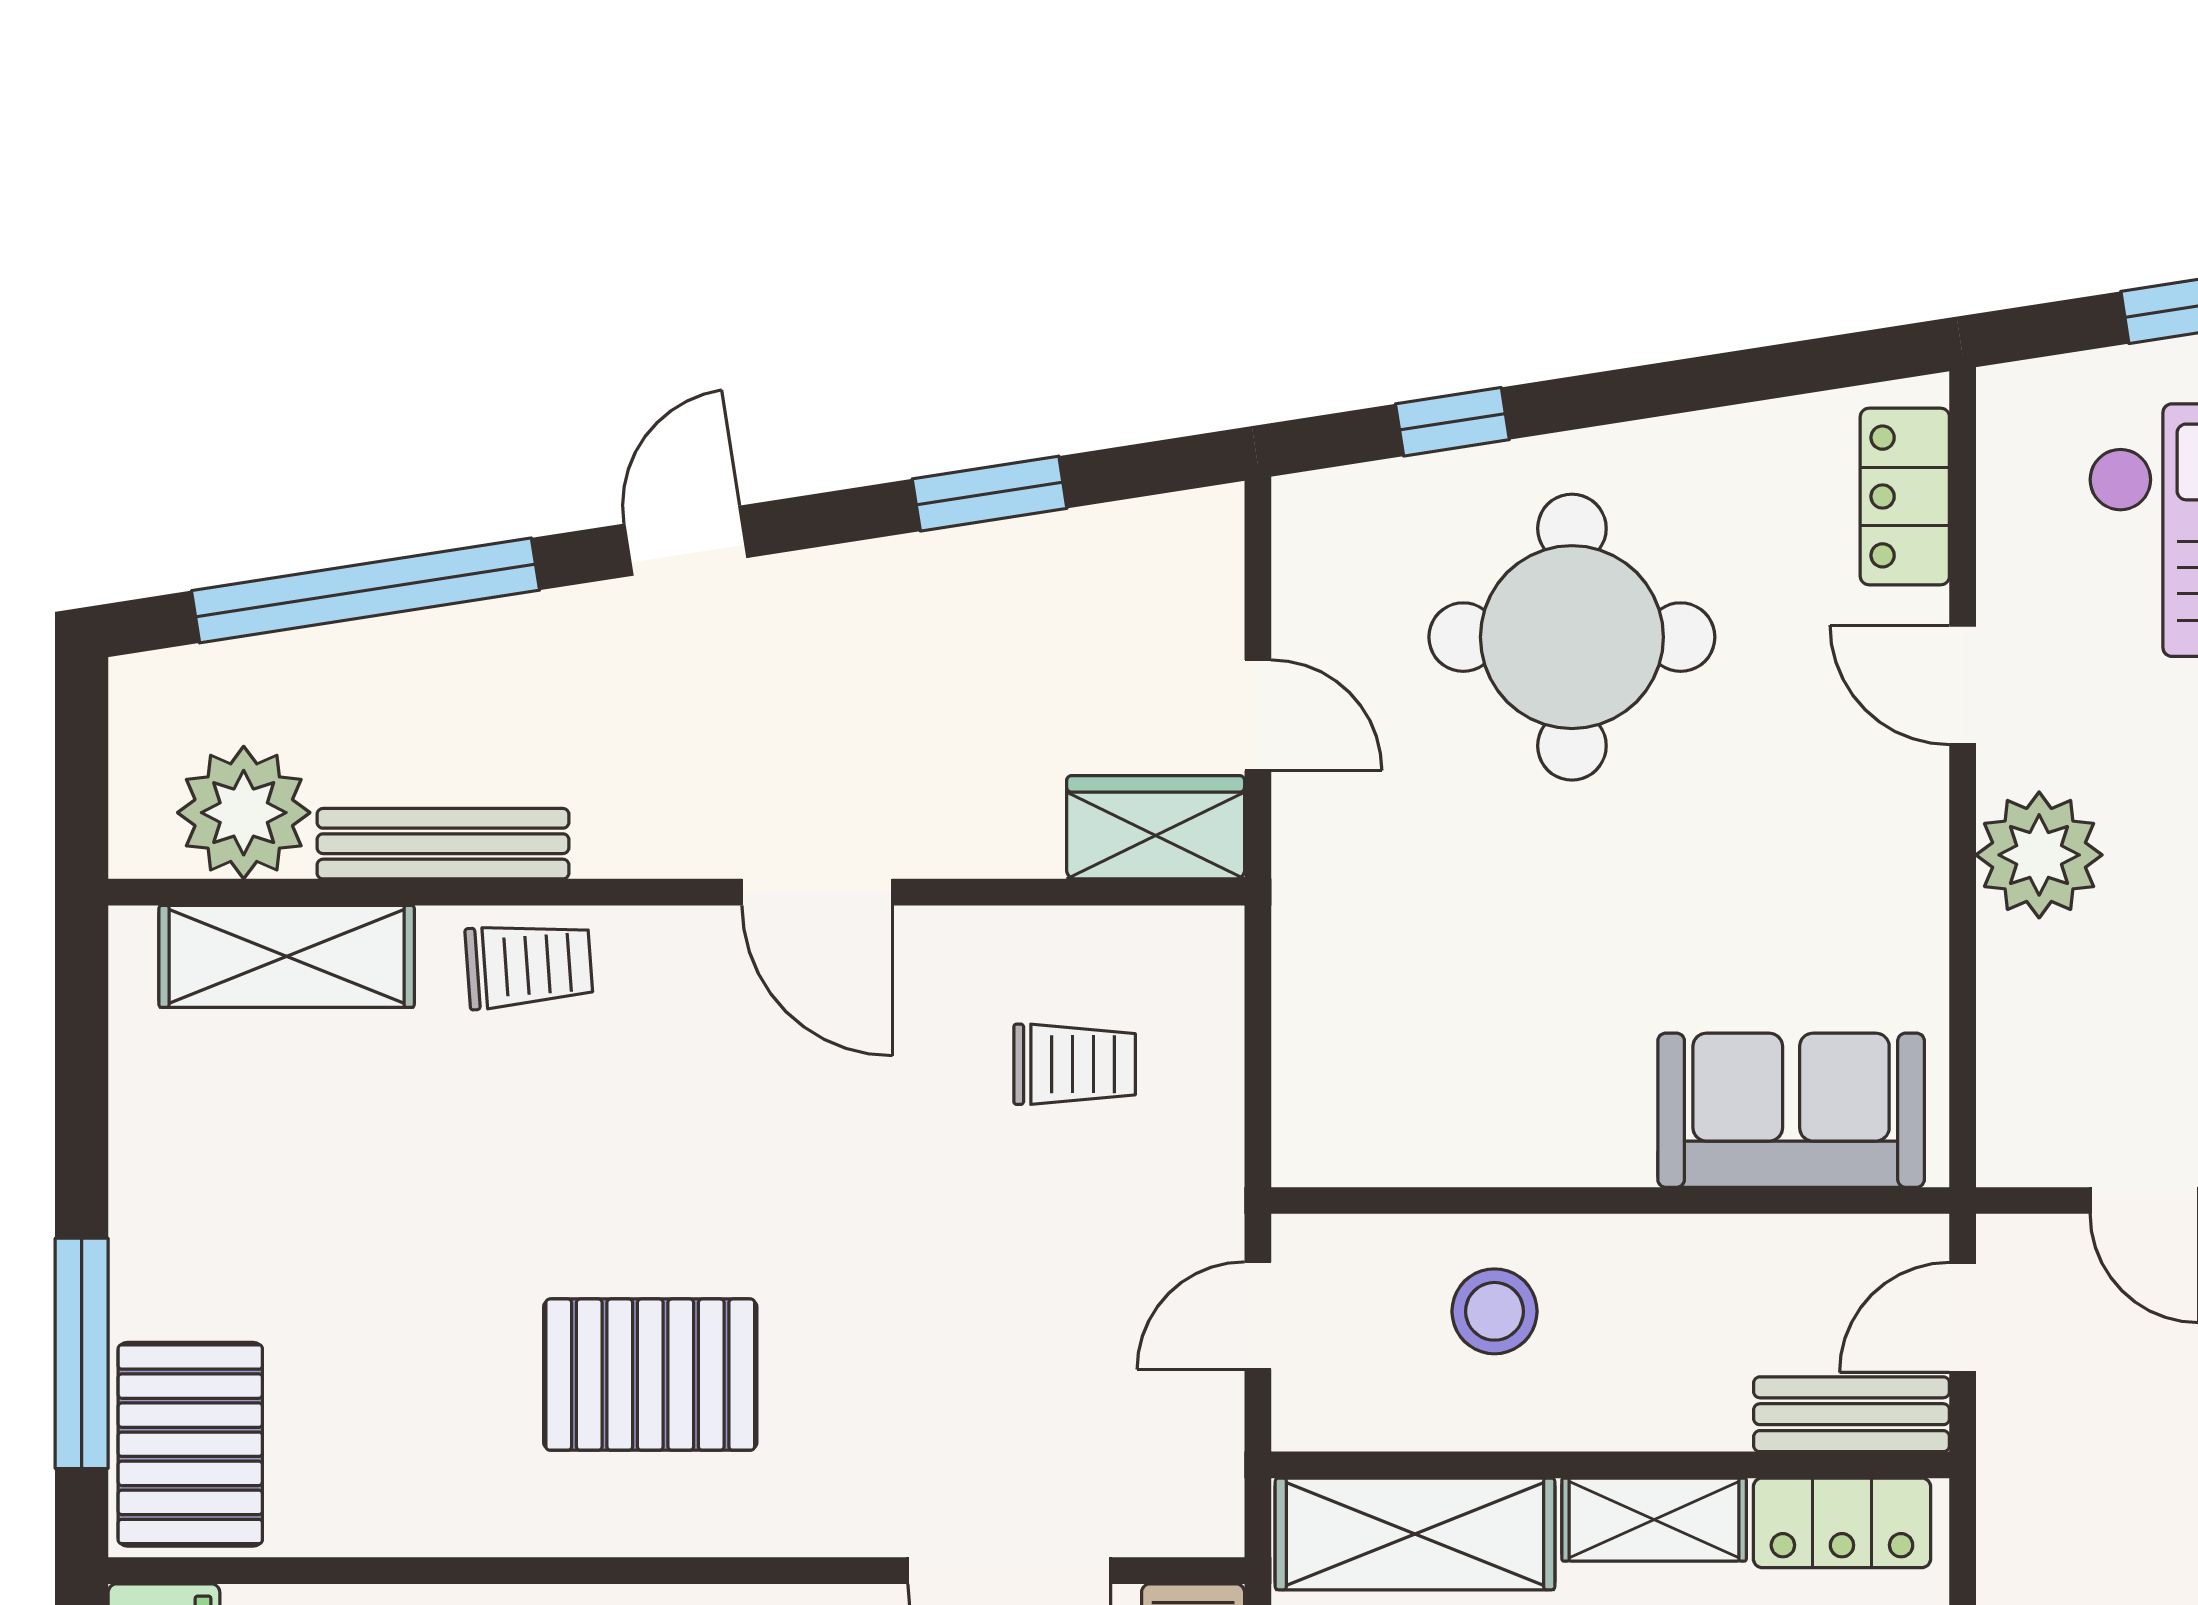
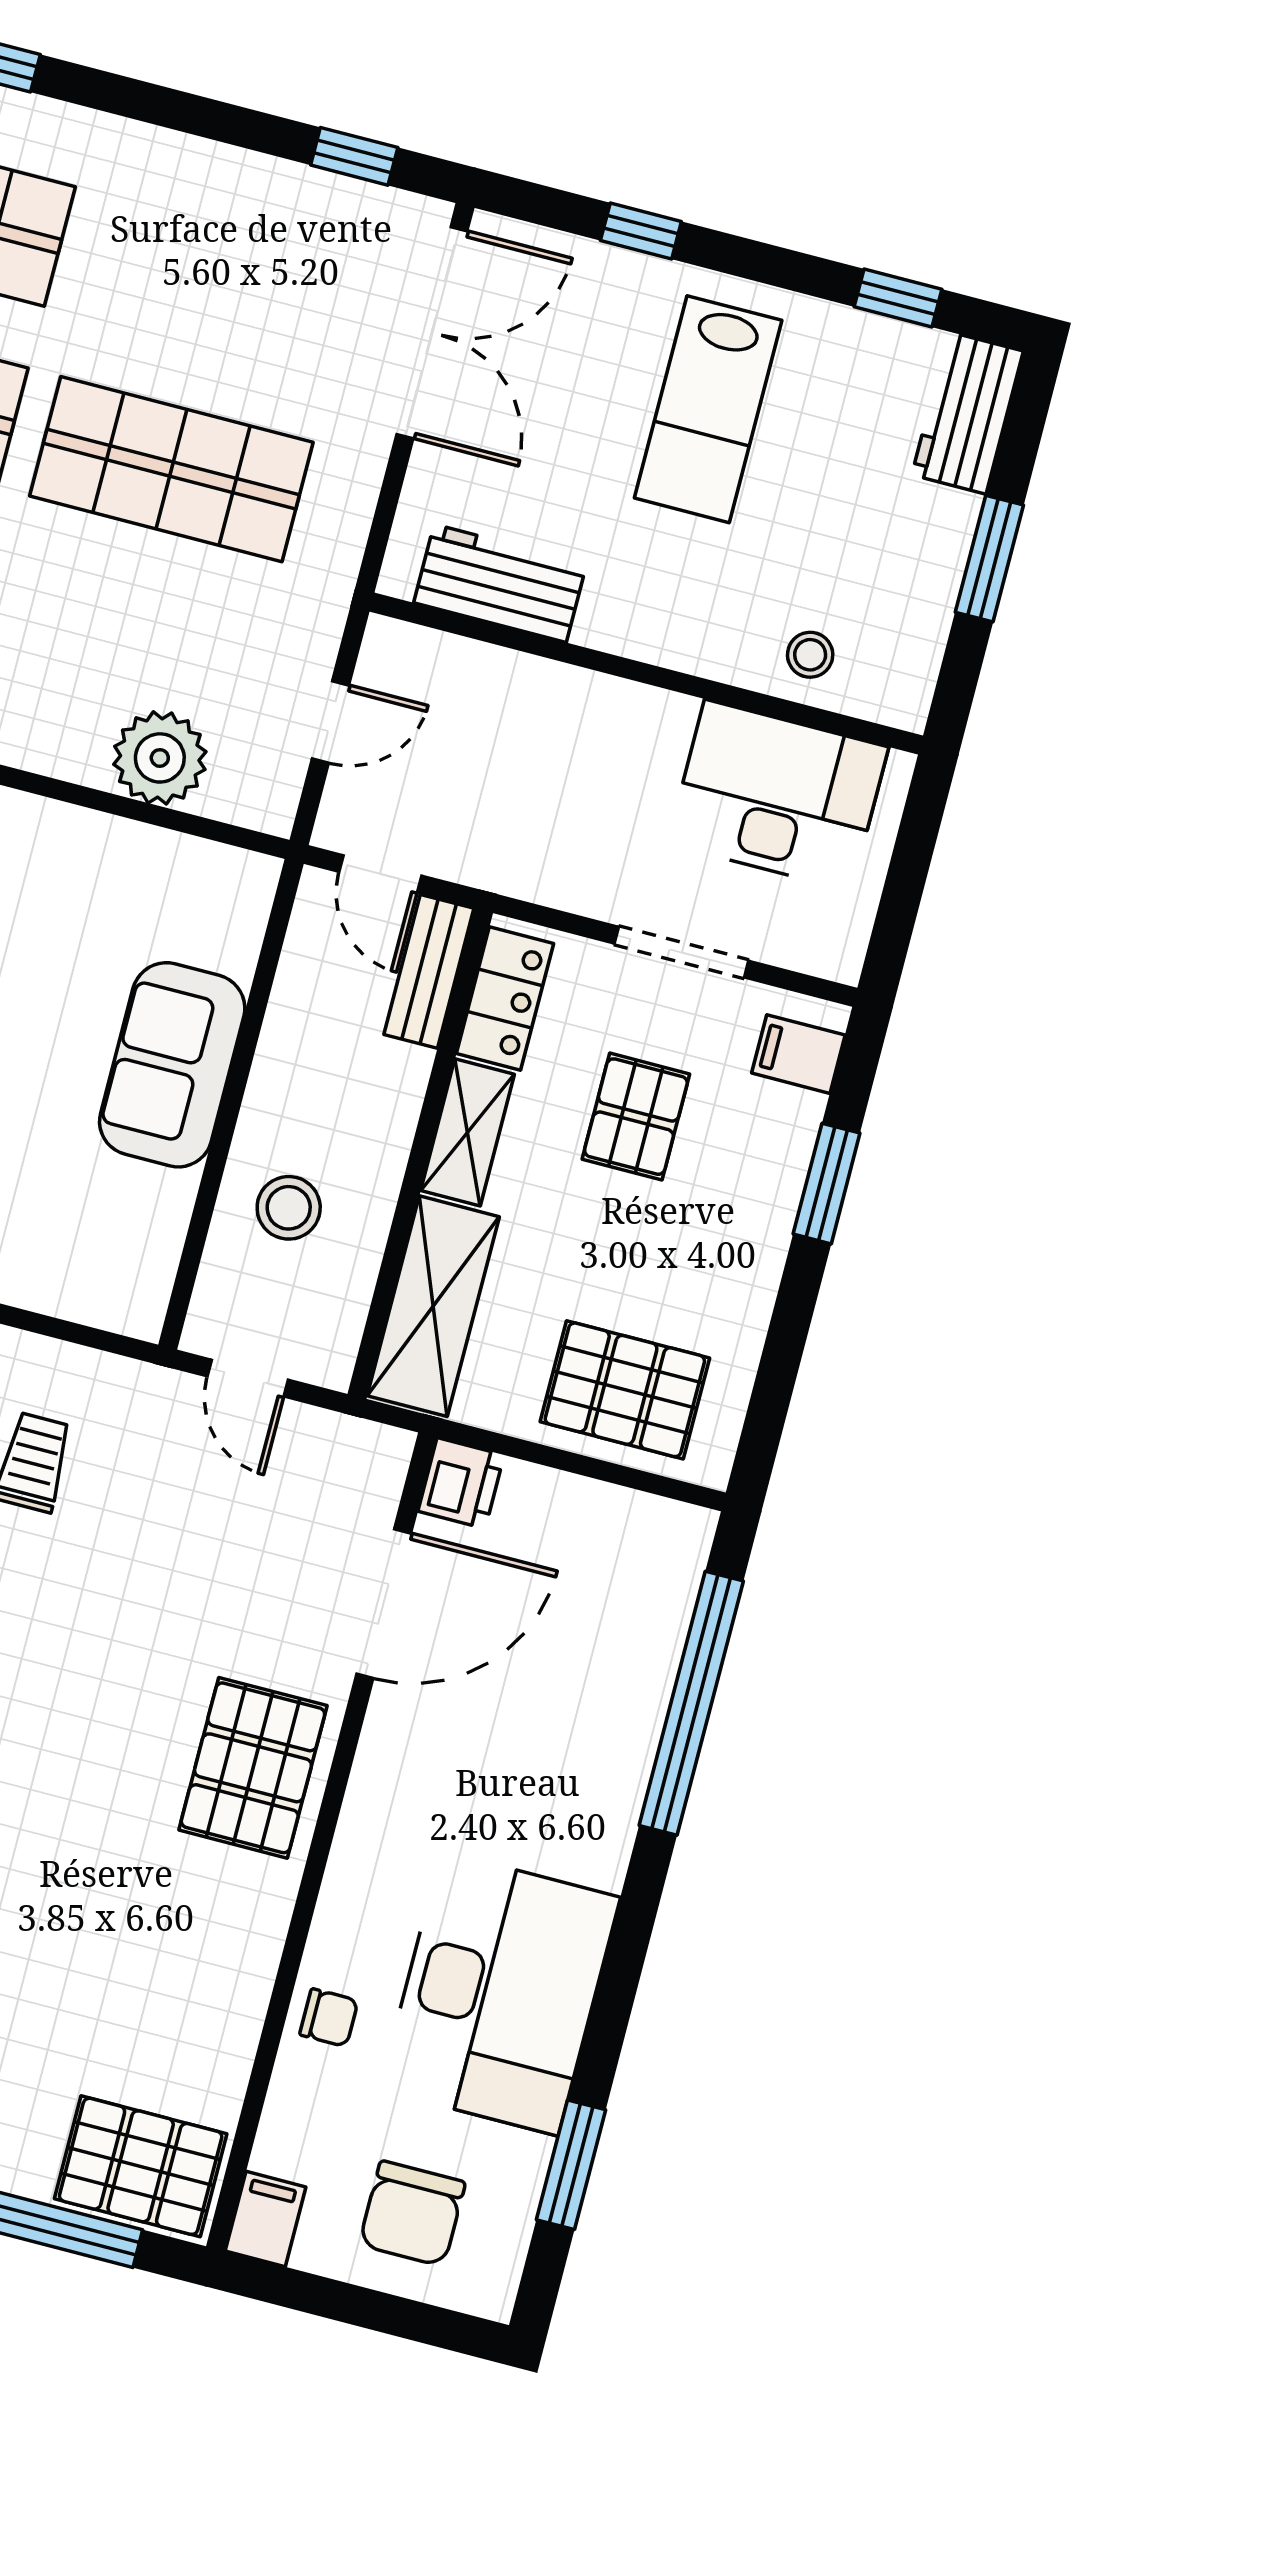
plant: (2039, 855) -> (160, 758), moved
sofa: (1791, 1110) -> (172, 1065), moved
pallet: (650, 1375) -> (253, 1768), moved

